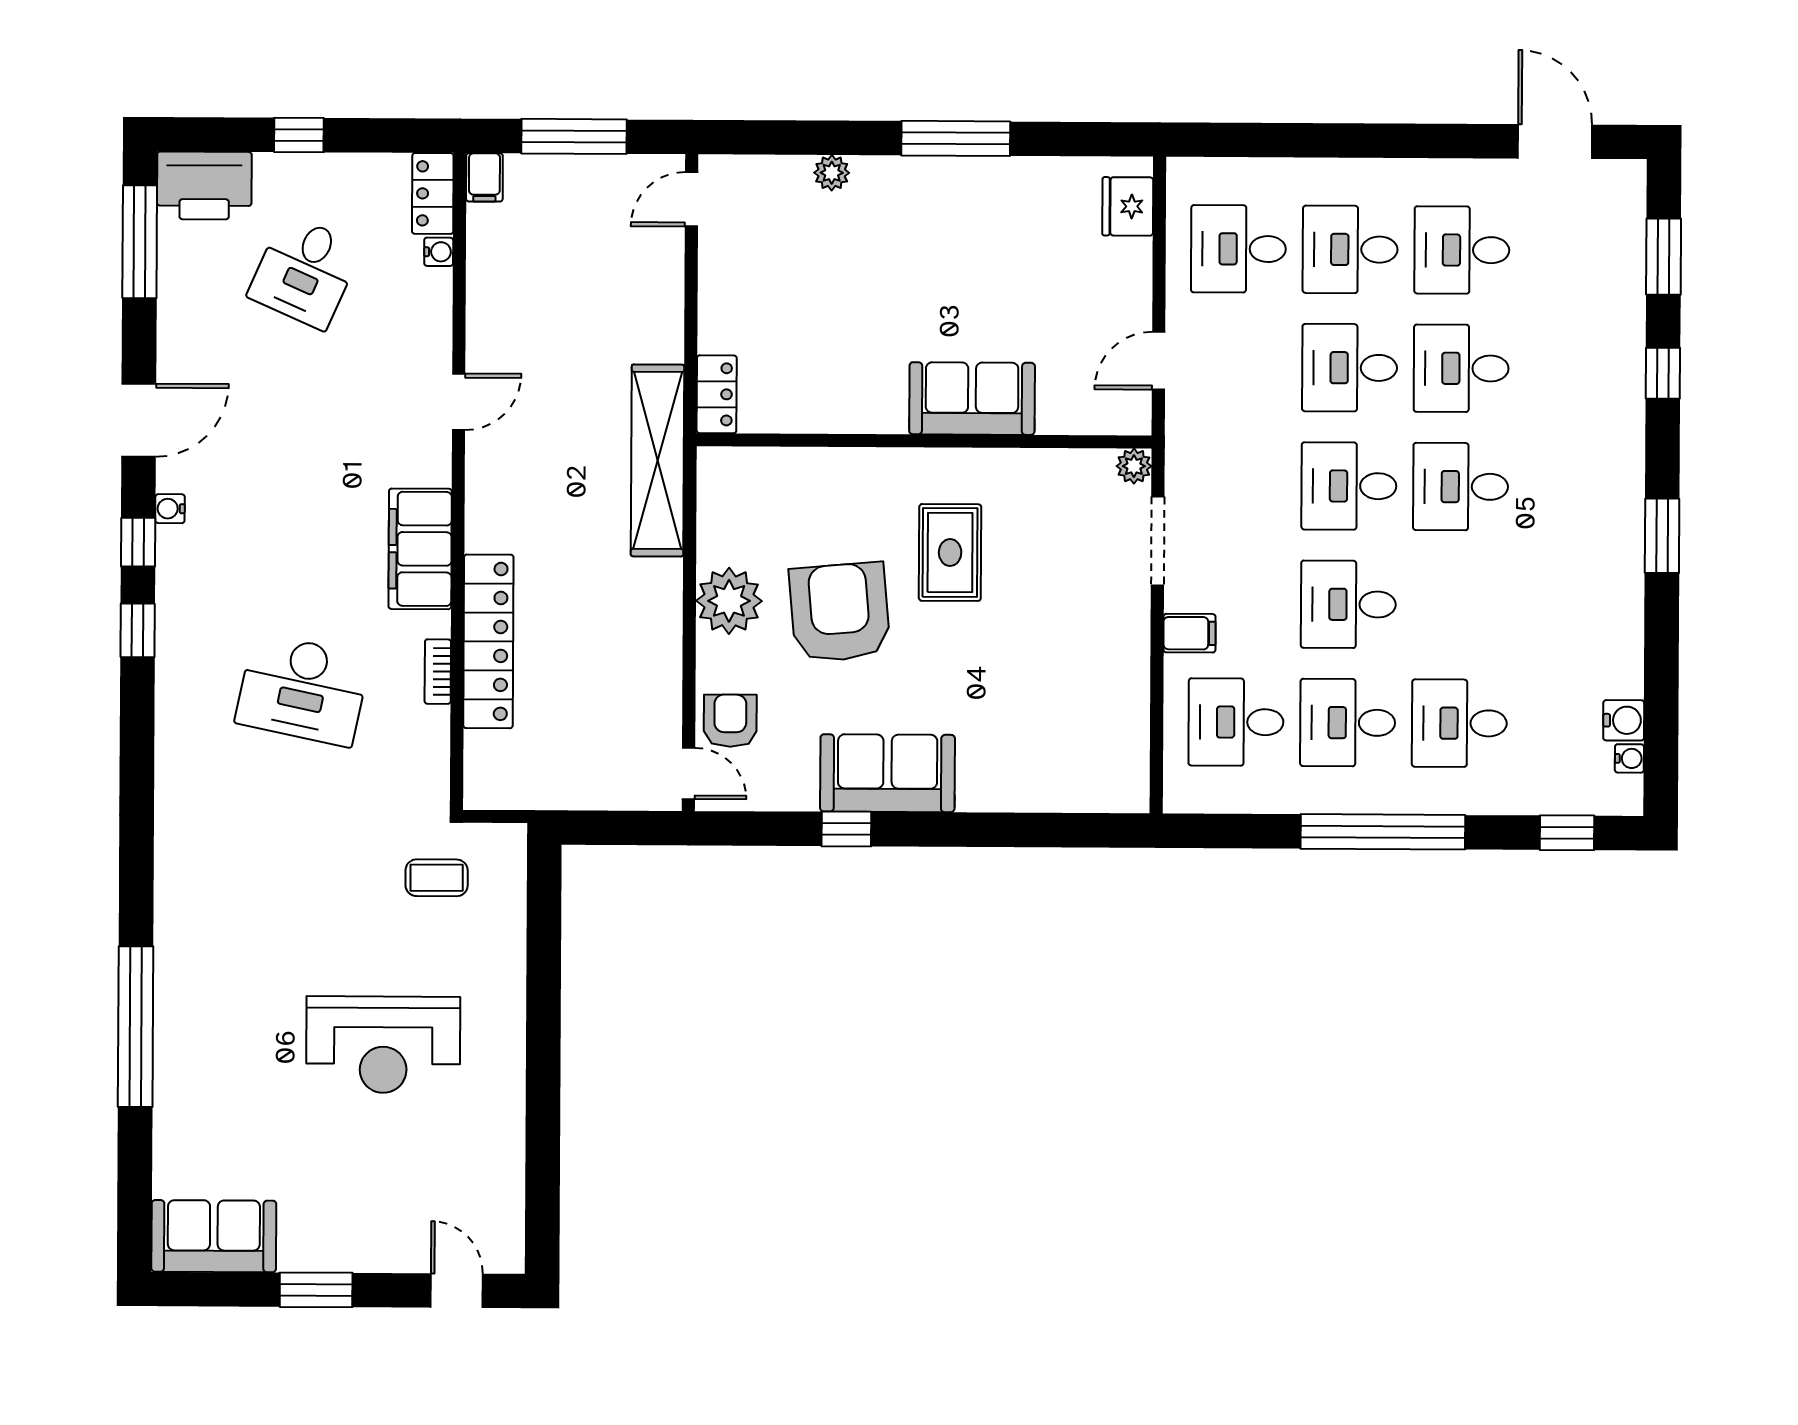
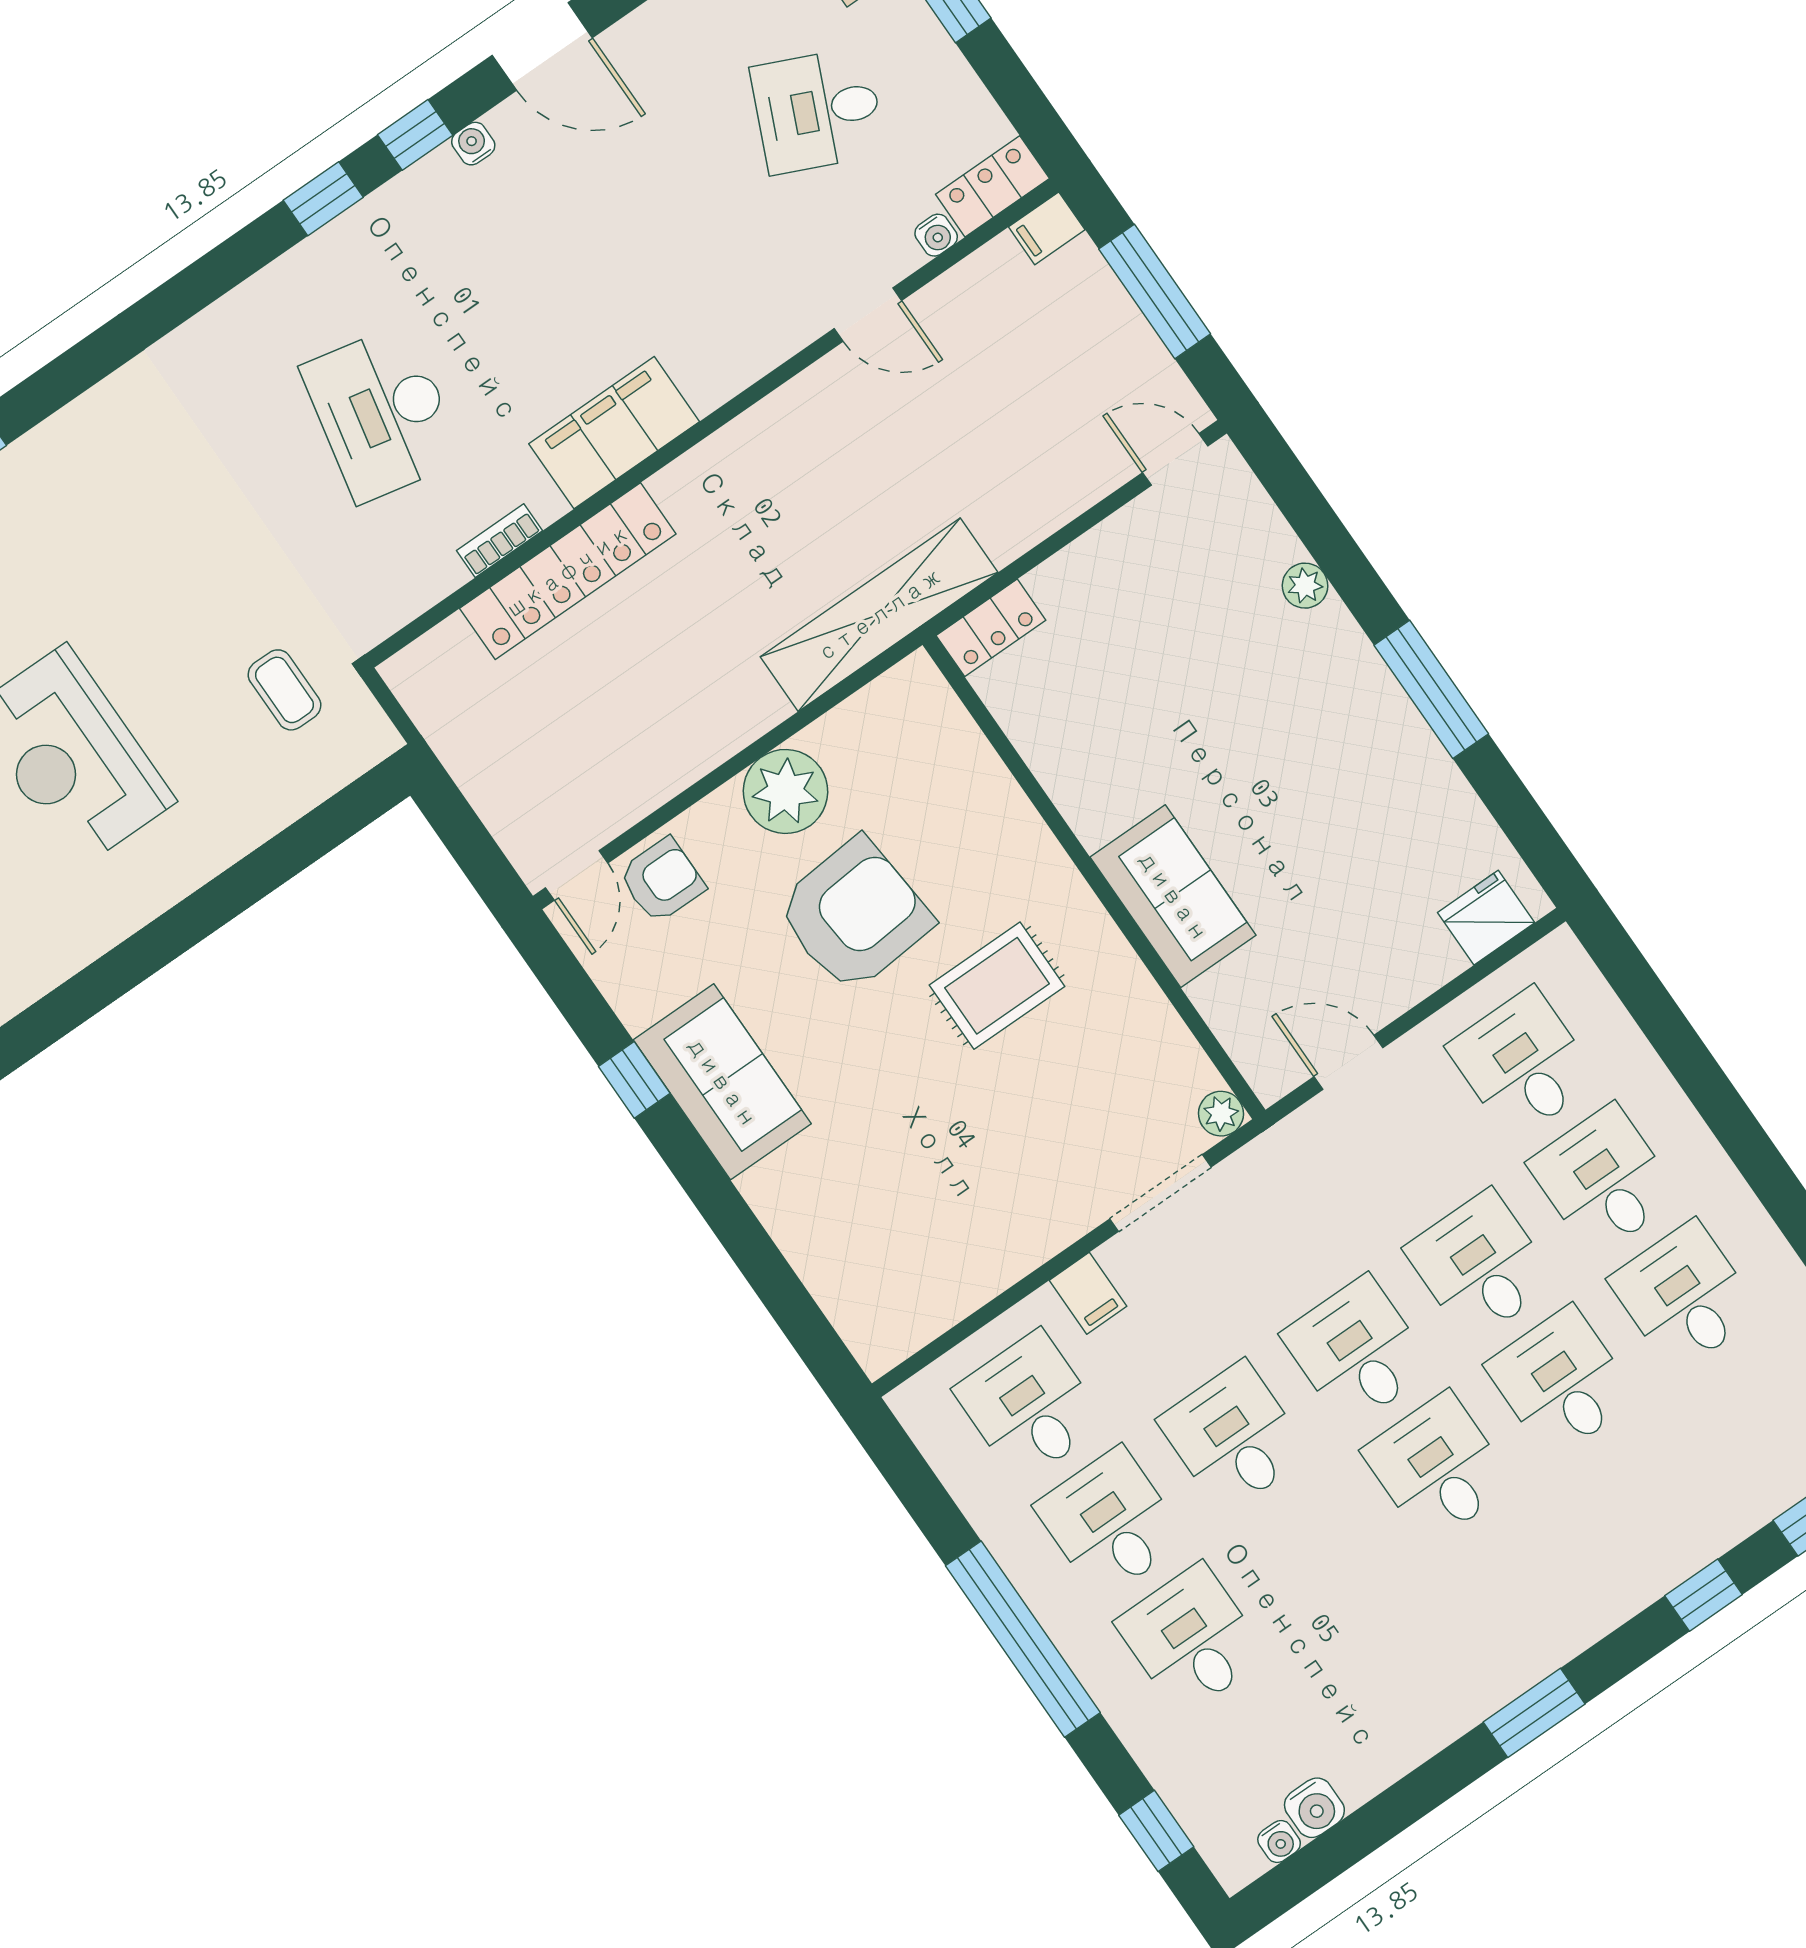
door: (459, 402) -> (868, 315), moved

